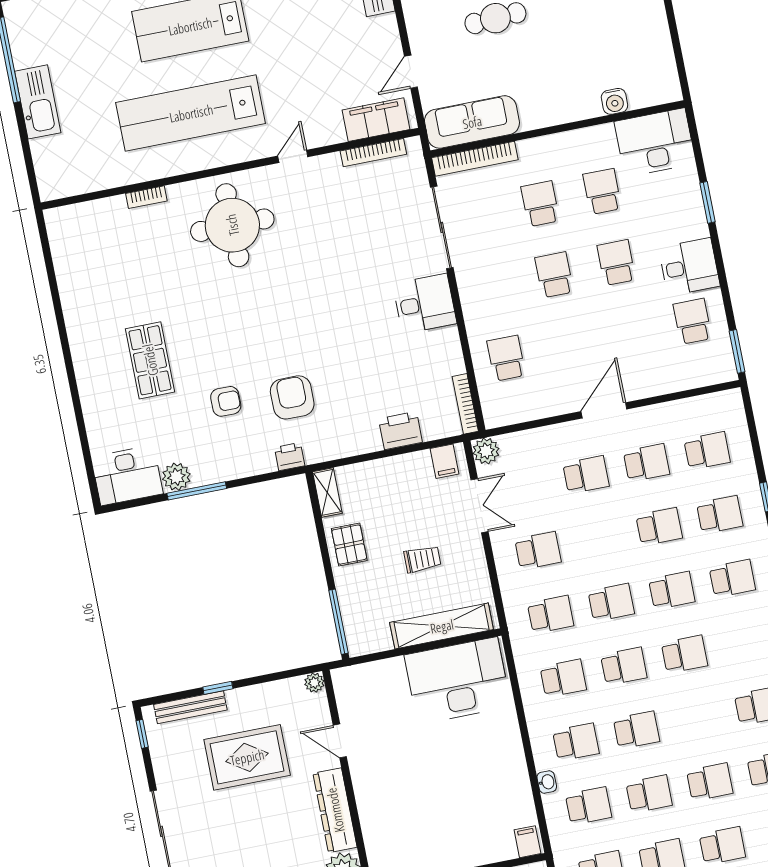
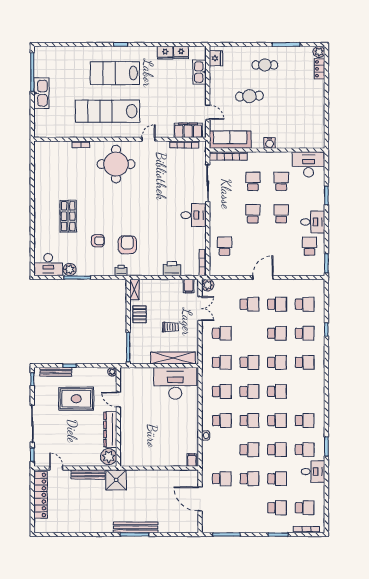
door: (411, 72) -> (208, 112), swing flipped
water cooler: (614, 101) -> (270, 143), moved
school desk: (589, 806) -> (277, 421), moved

